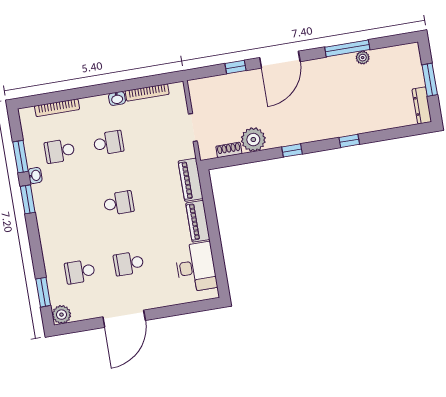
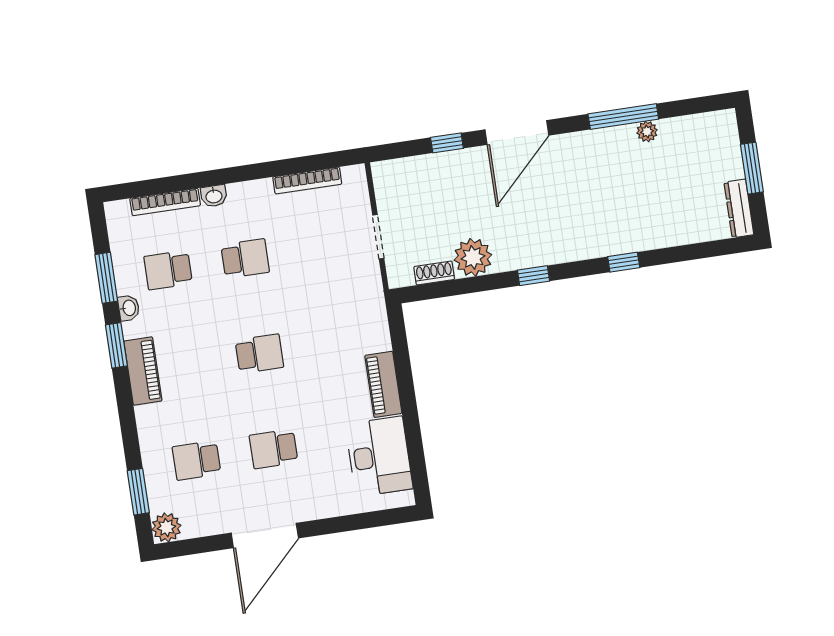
washbasin: (117, 98) -> (214, 196), moved
piano: (191, 180) -> (143, 371), moved, turned 180

